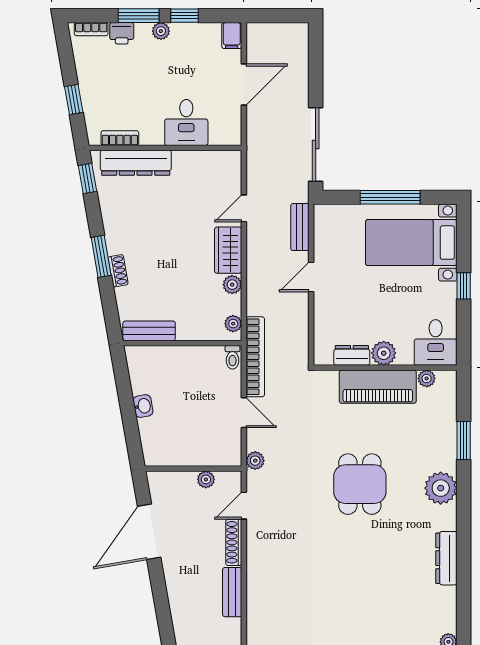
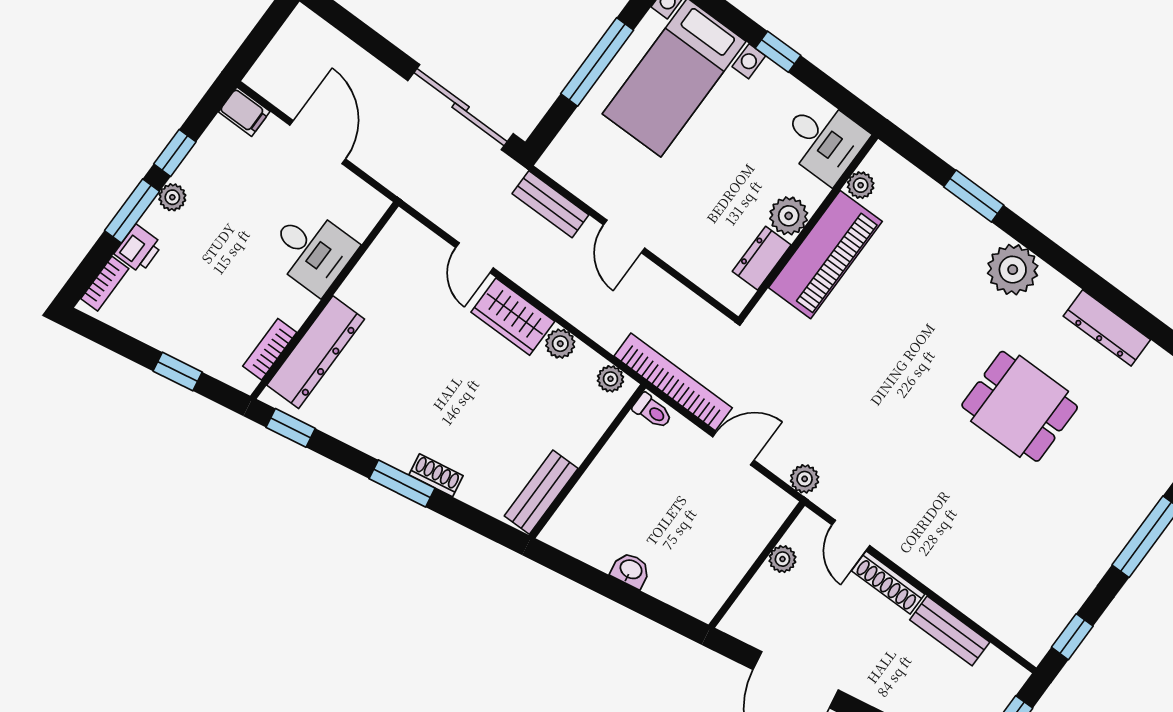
dining table: (360, 484) -> (1020, 406), moved

